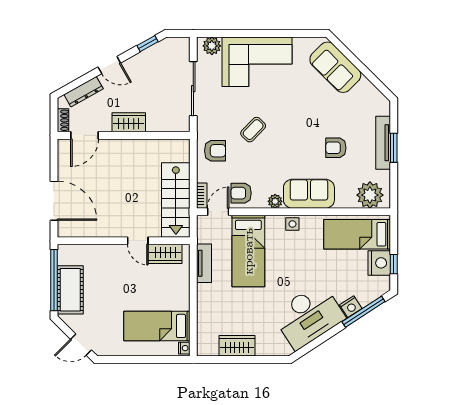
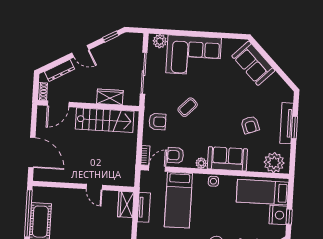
wardrobe: (129, 122) -> (110, 97), moved
armchair: (336, 148) -> (250, 125), turned -110
stairs: (176, 200) -> (105, 120), moved, turned -90
wardrobe: (165, 254) -> (126, 204), moved, turned 90

